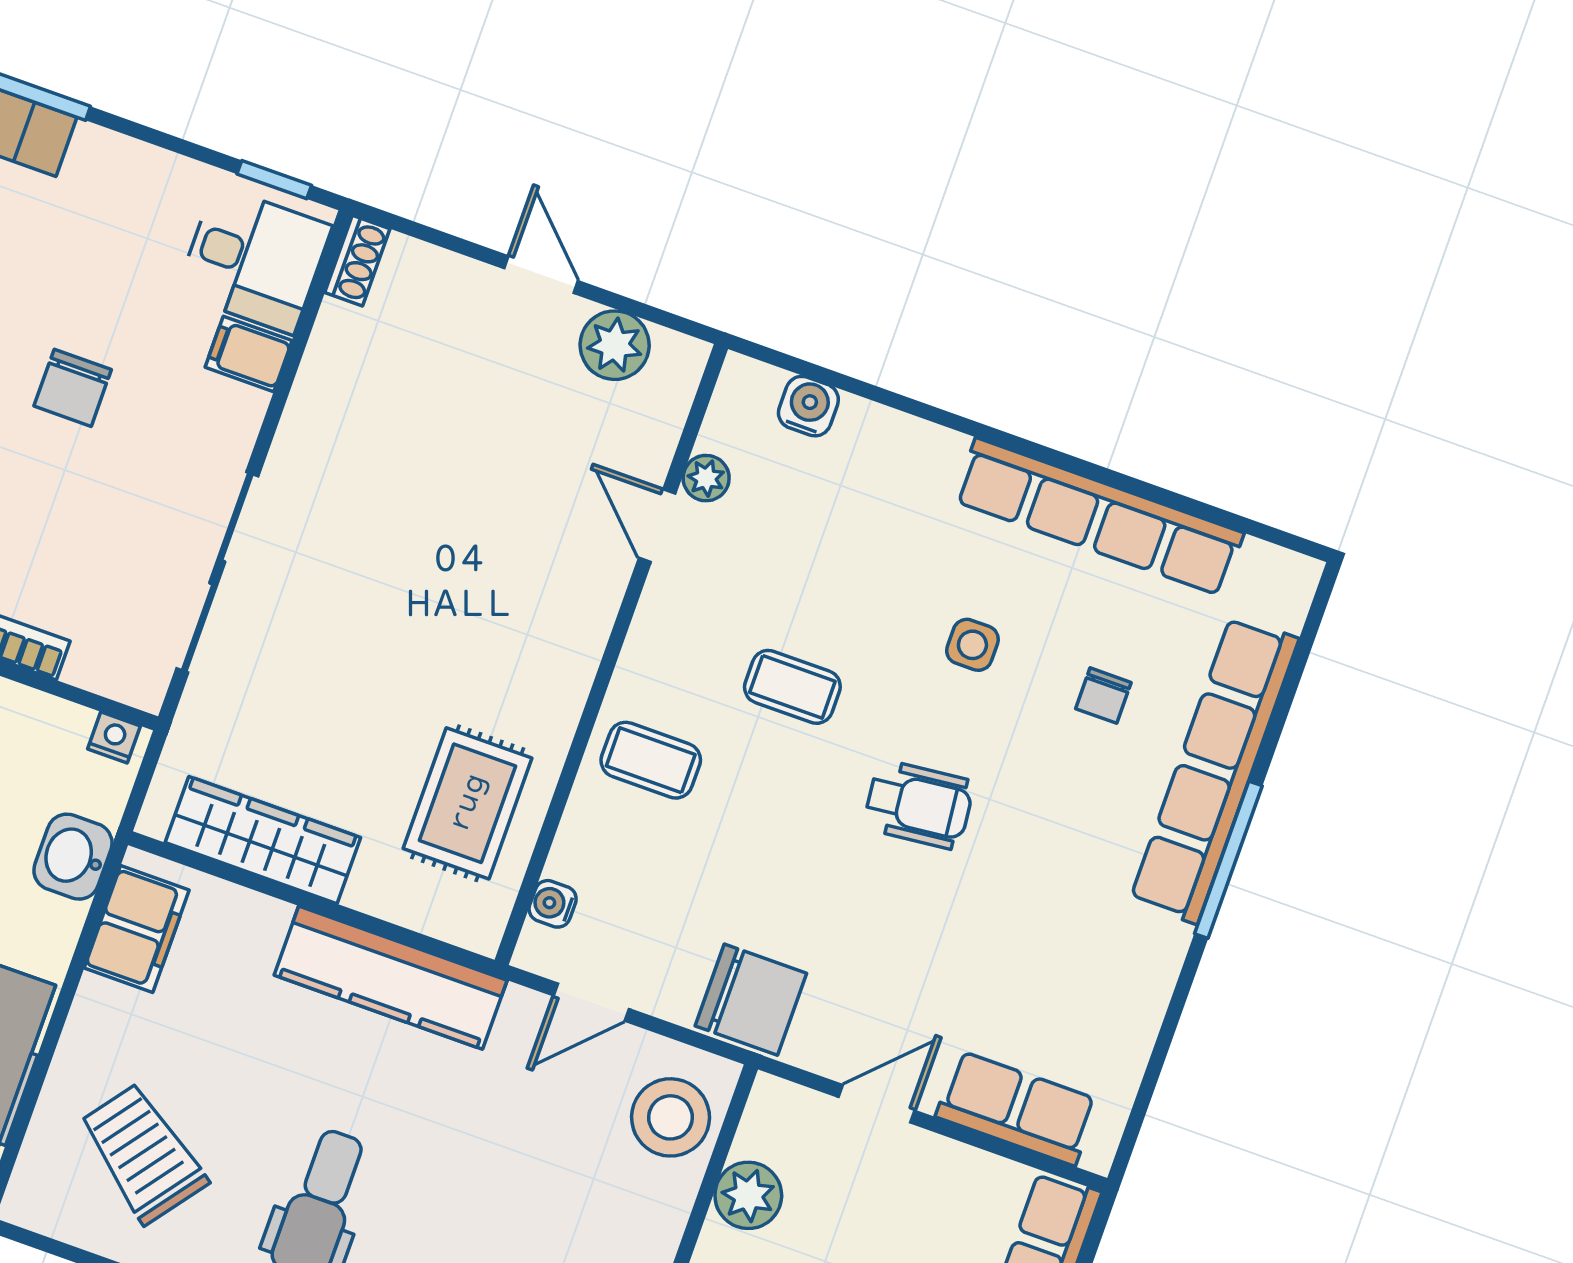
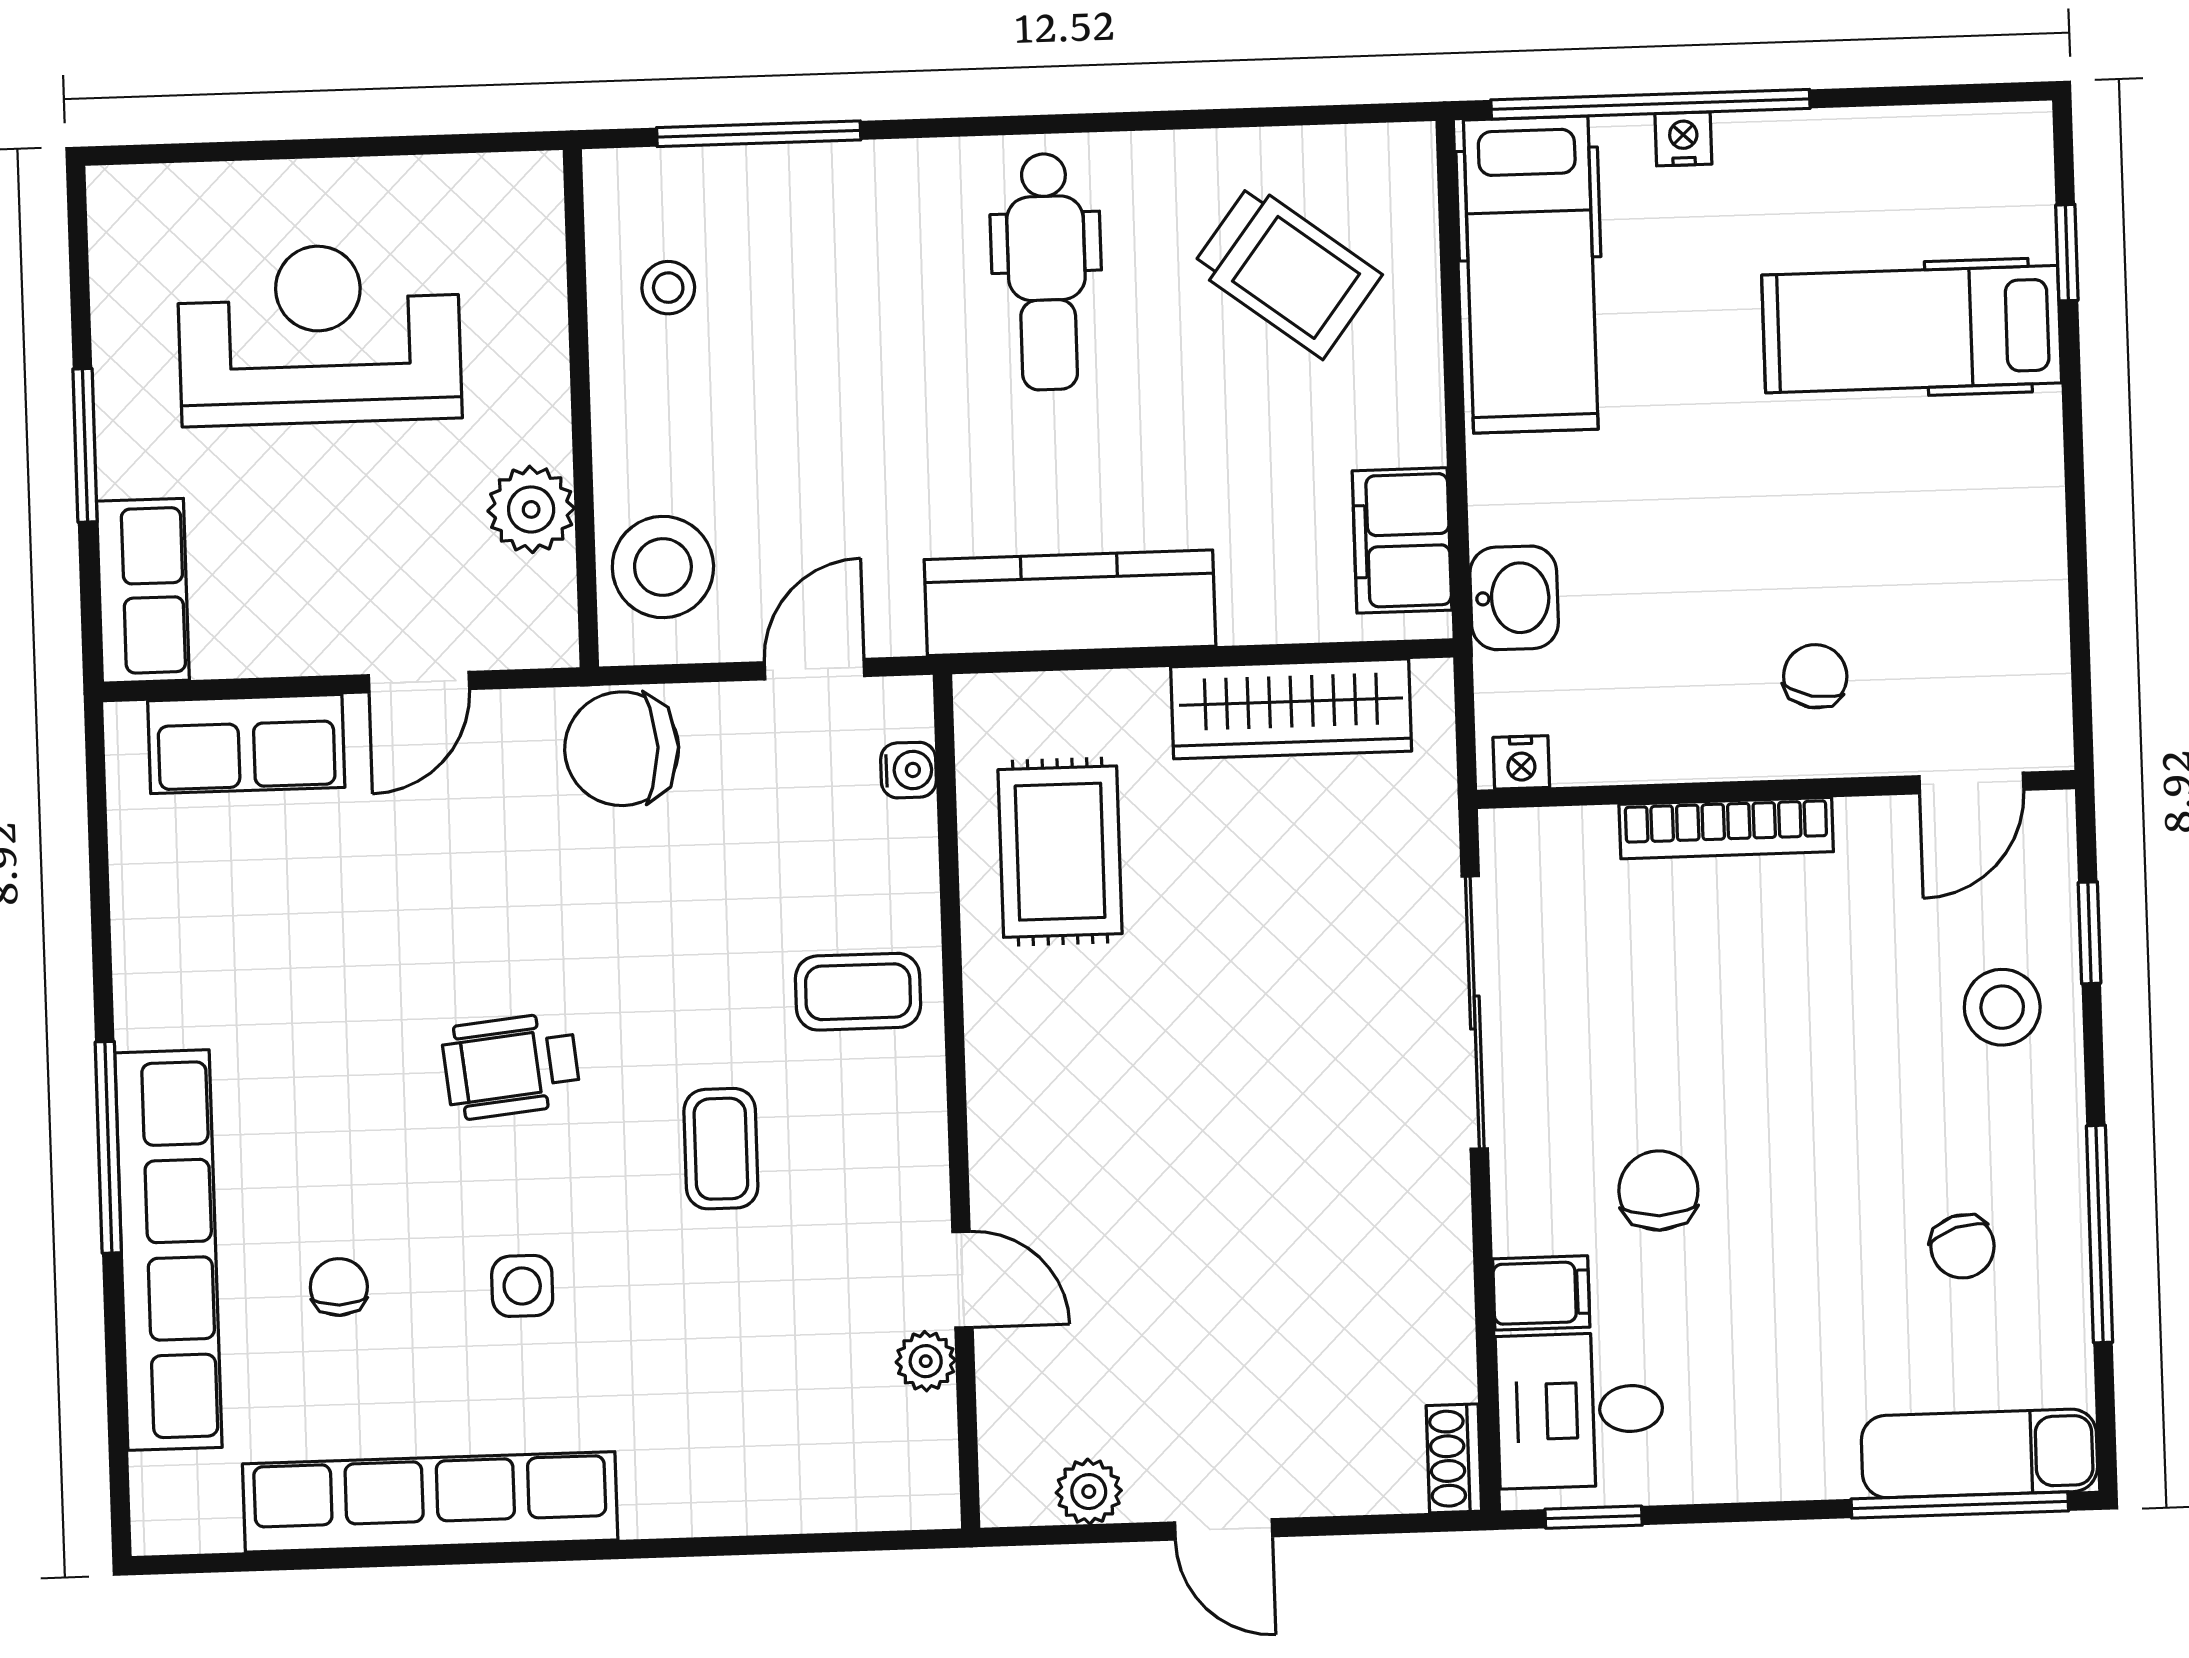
plant: (615, 345) -> (1089, 1492), width x0.73, depth x0.73
chair: (73, 388) -> (1658, 1191), moved
water cooler: (808, 406) -> (836, 1498), removed
coffee table: (792, 687) -> (721, 1149), turned 90

